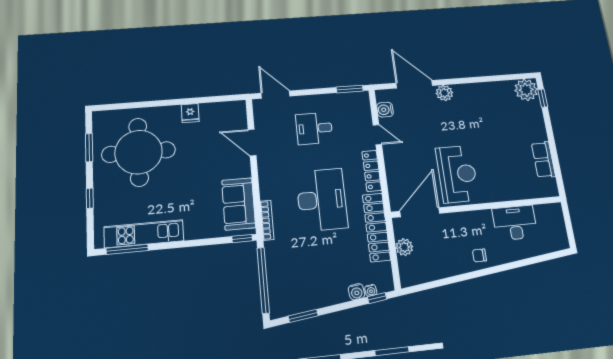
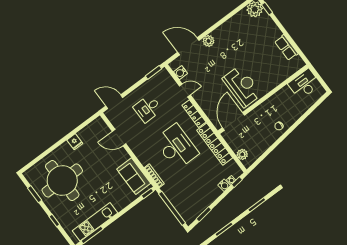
desk: (515, 223) -> (304, 84), moved
plant: (404, 247) -> (242, 154), moved

